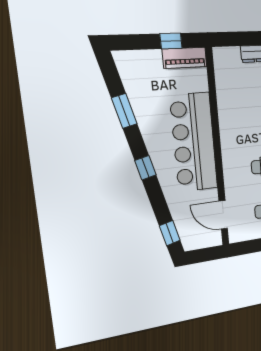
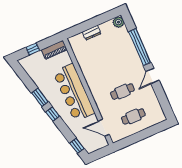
window: (171, 41) -> (33, 49), moved
window: (124, 111) -> (40, 97), moved

